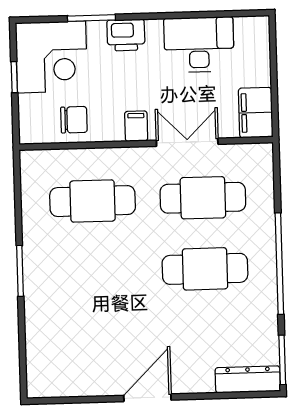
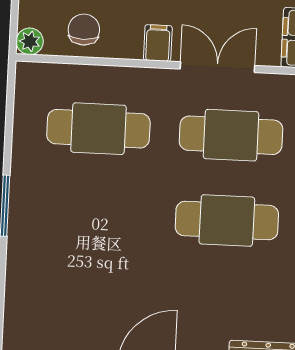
chair: (74, 120) -> (84, 30), turned -90
plant: (30, 133) -> (30, 41), added

